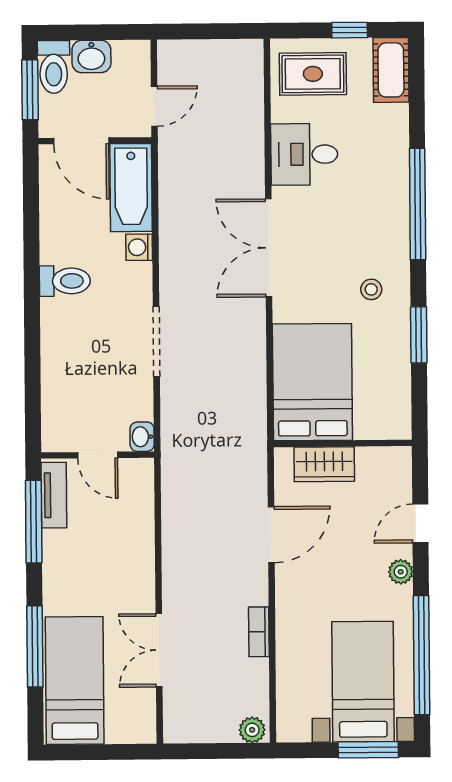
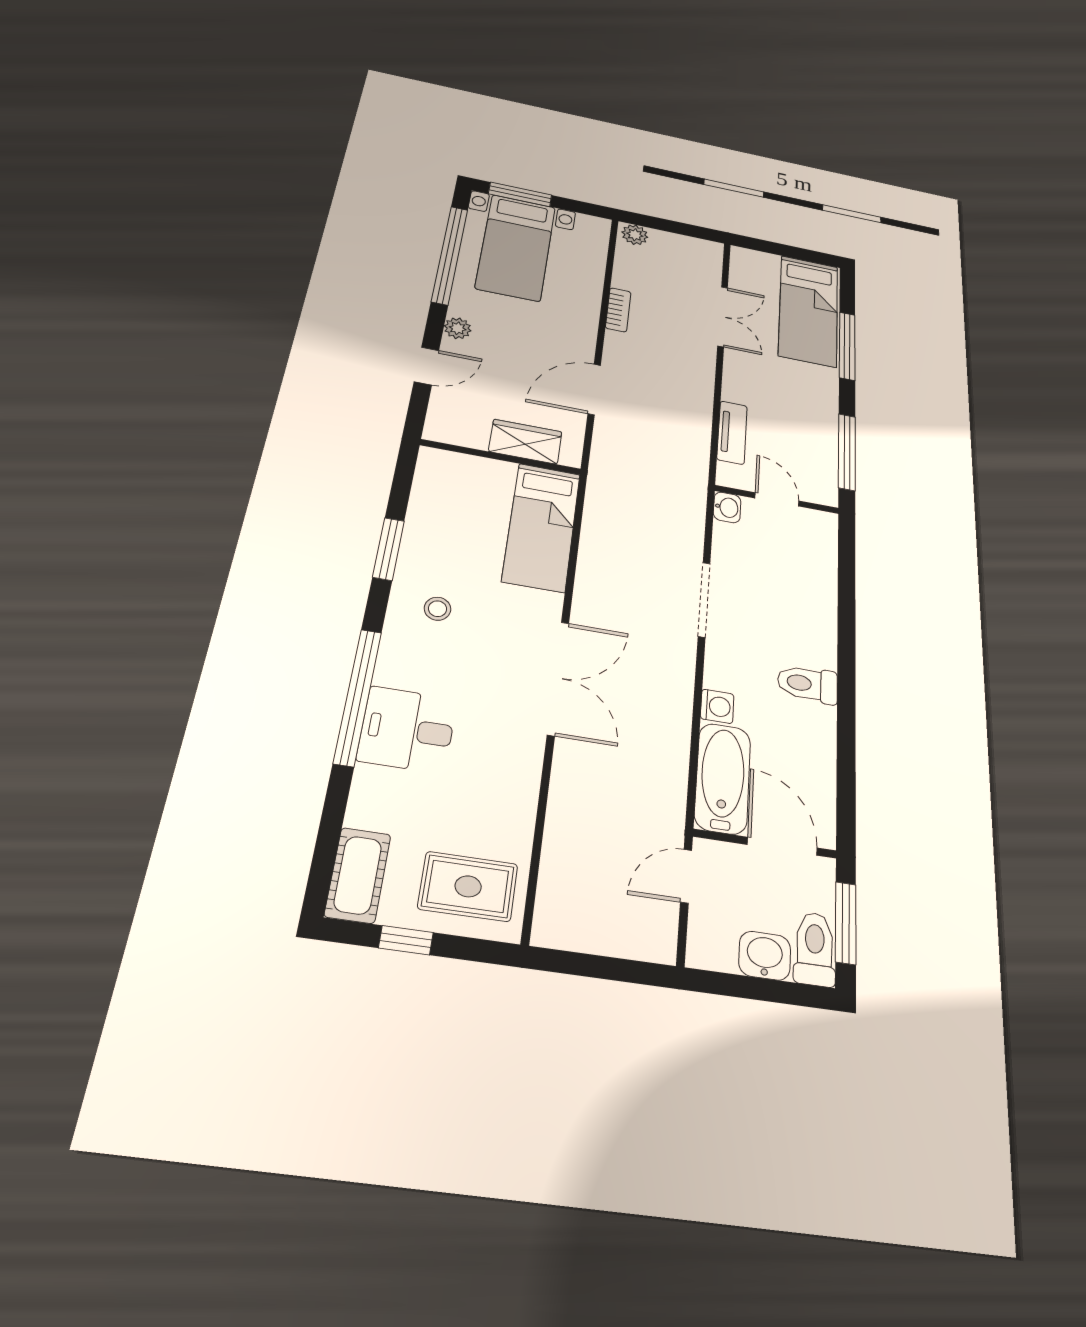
desk: (304, 154) -> (407, 730), moved, turned 180
bed: (312, 382) -> (542, 527), width x0.67
tv unit: (54, 495) -> (732, 433), moved, turned 180

